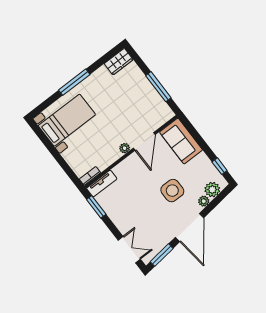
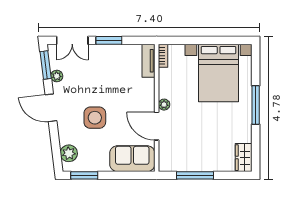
bed with nightstands: (67, 120) -> (219, 73), width x1.36
window: (220, 166) -> (84, 175), width x1.50
plant: (204, 201) -> (57, 76), moved
window: (96, 207) -> (109, 40), moved
door: (189, 228) -> (51, 108), width x0.73

